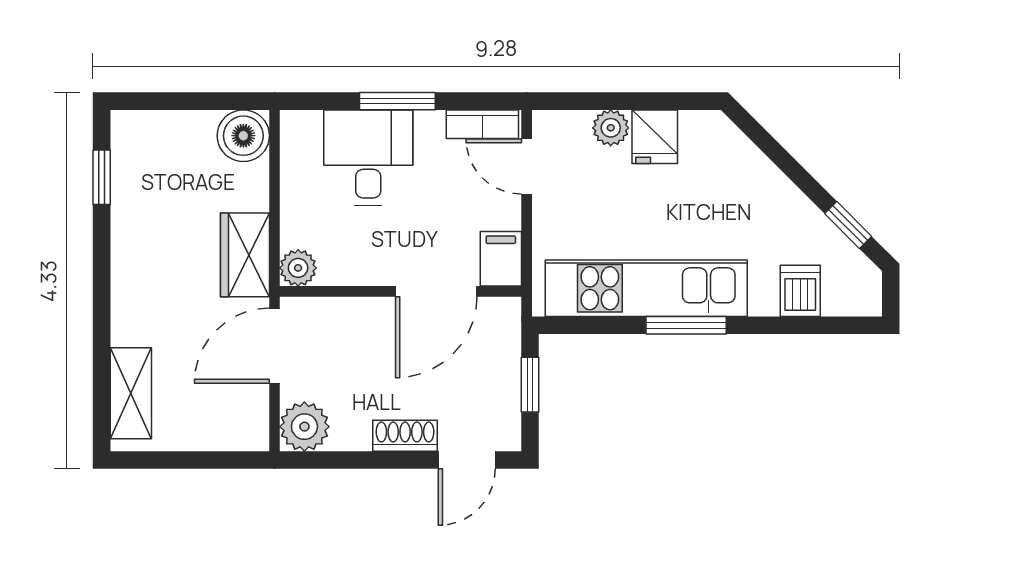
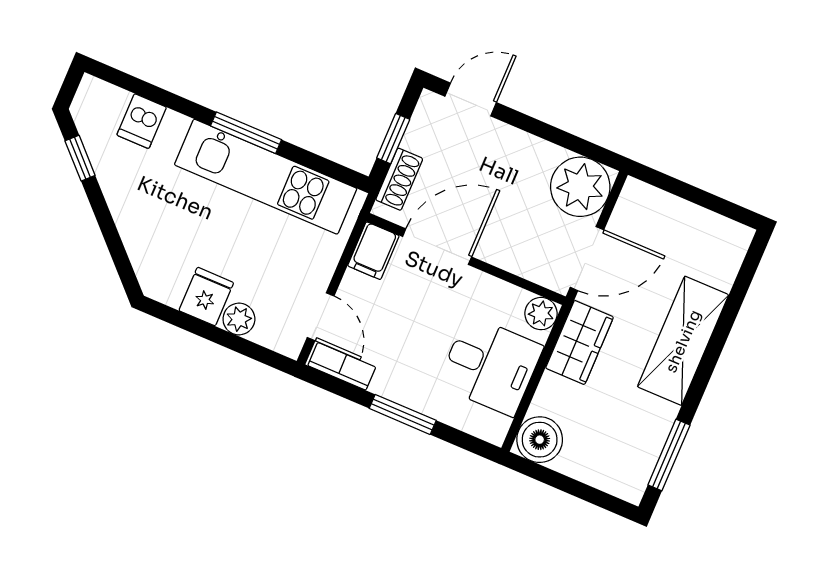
desk: (368, 158) -> (490, 366), moved, turned -90
window: (102, 177) -> (669, 455), width x1.50
shelving: (131, 393) -> (683, 341), moved, width x1.50, depth x1.33
plant: (304, 427) -> (580, 187), width x1.36, depth x1.36
shoe rack: (405, 436) -> (399, 179), moved, turned -90

